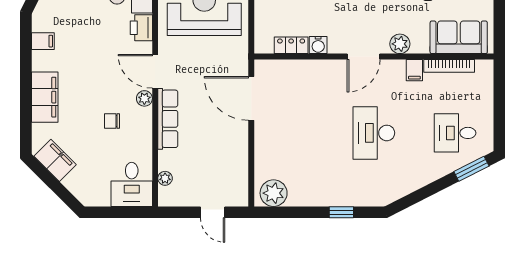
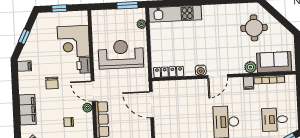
filing cabinet: (43, 41) -> (24, 66), moved
plant: (400, 44) -> (250, 67), moved
locker: (291, 45) -> (169, 72), width x1.53
water cooler: (318, 45) -> (201, 70), moved
chair: (87, 55) -> (52, 83), added

